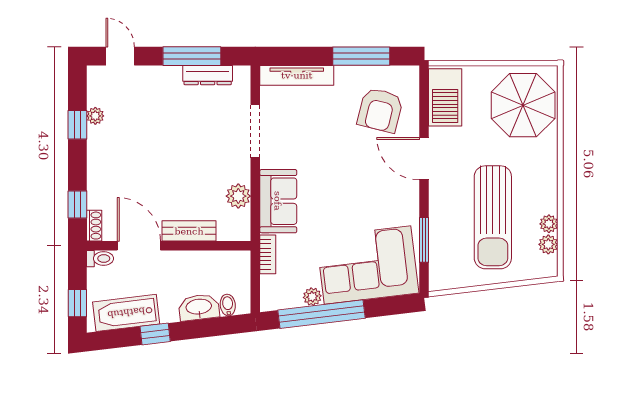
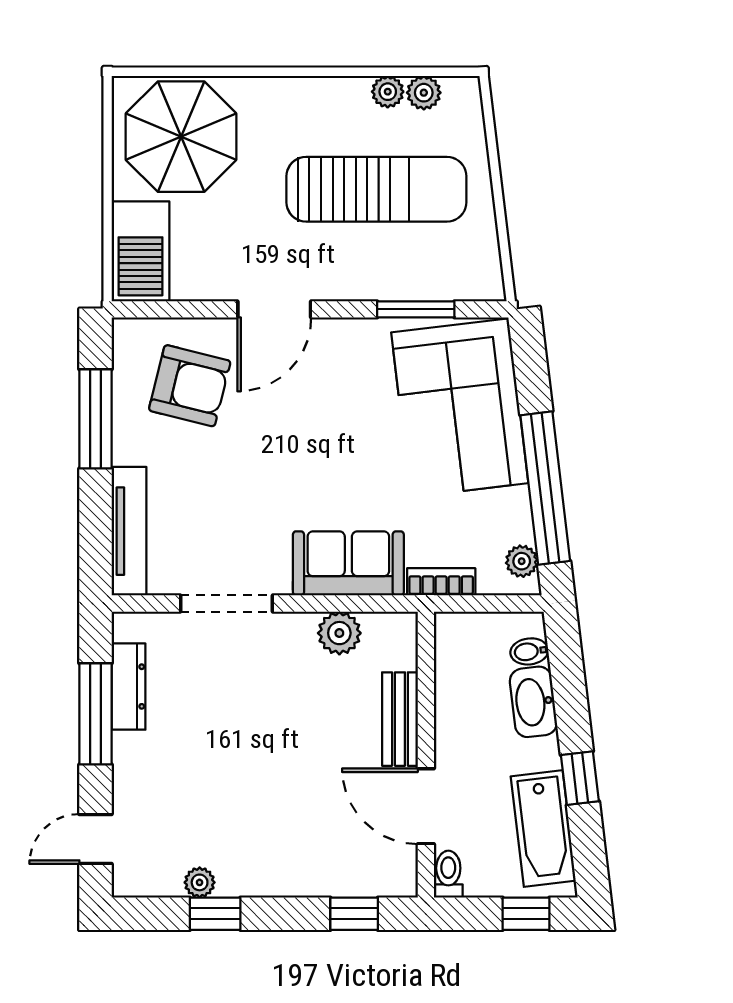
barbecue: (445, 97) -> (140, 251), moved, turned 90
shoe rack: (94, 226) -> (391, 885), removed
door: (139, 246) -> (426, 806), hinge flipped
plant: (312, 297) -> (522, 561), moved

